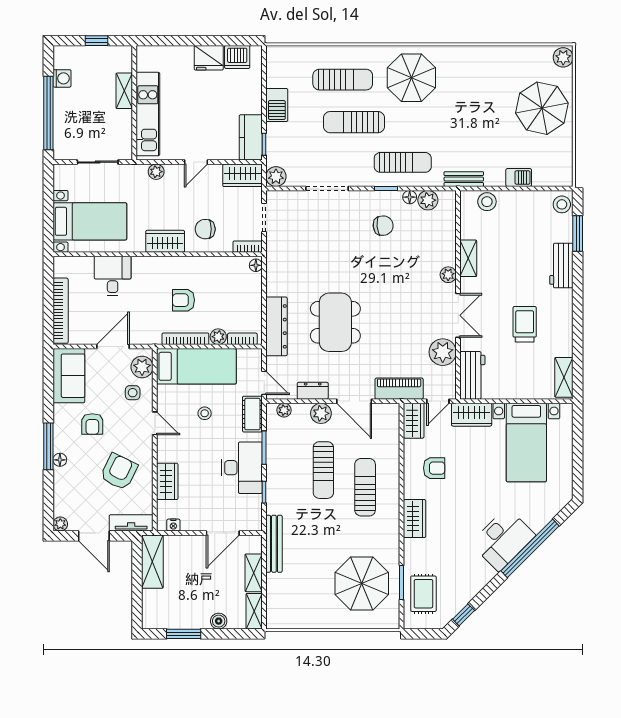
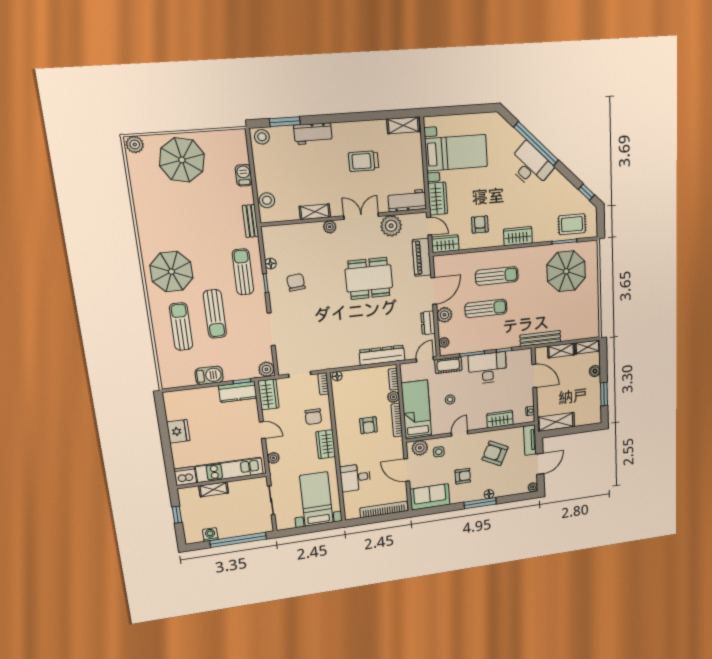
dishwasher: (237, 57) -> (185, 476), moved, turned -90
plant: (428, 200) -> (271, 249), removed
dining table: (335, 322) -> (369, 278), moved
sun lounger: (365, 487) -> (497, 276), turned 180

